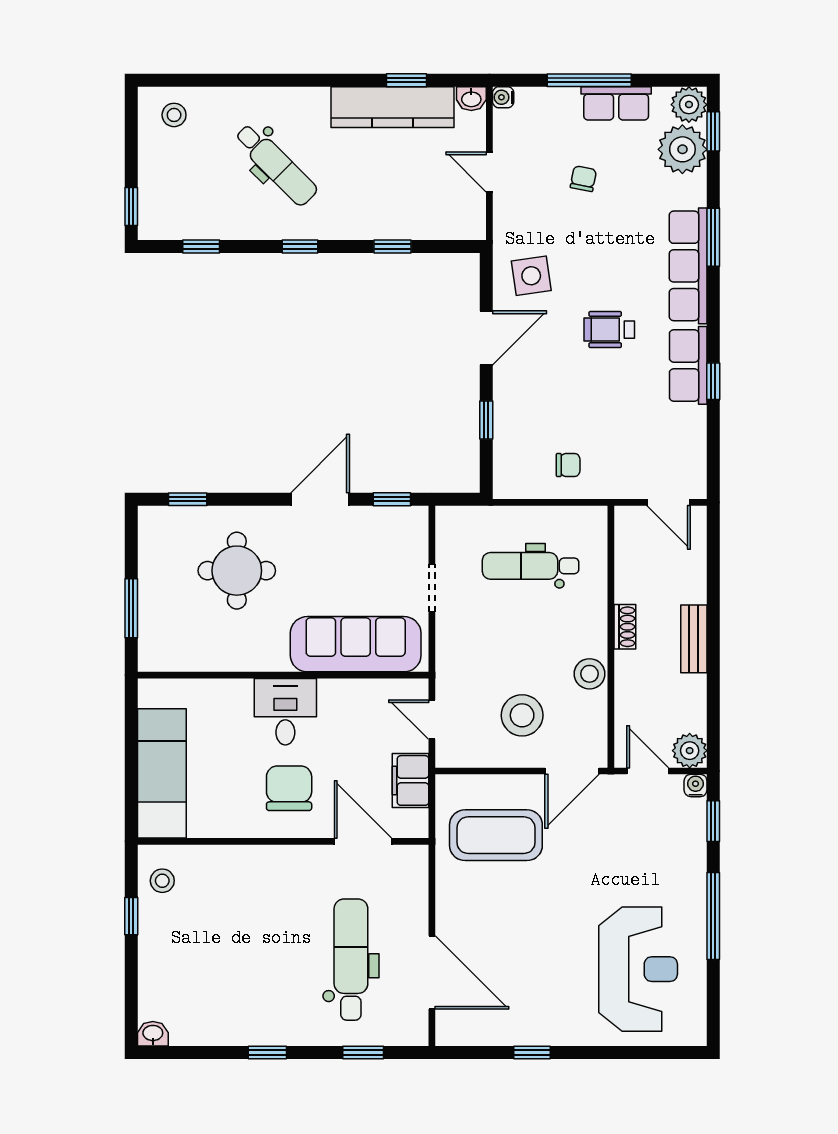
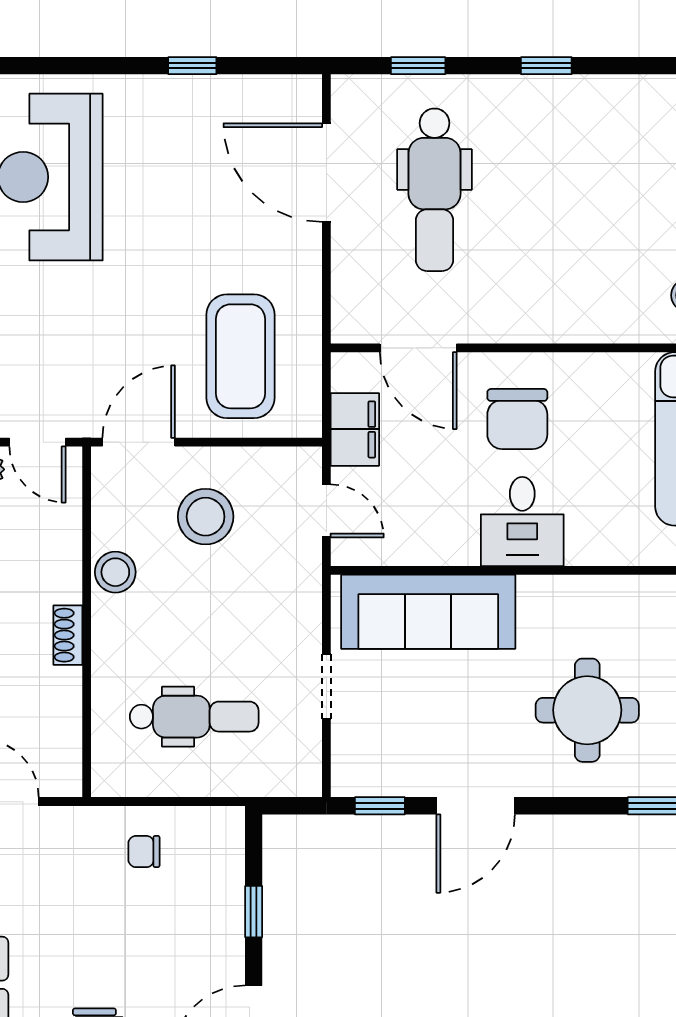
coffee table: (496, 835) -> (240, 356), turned 90

